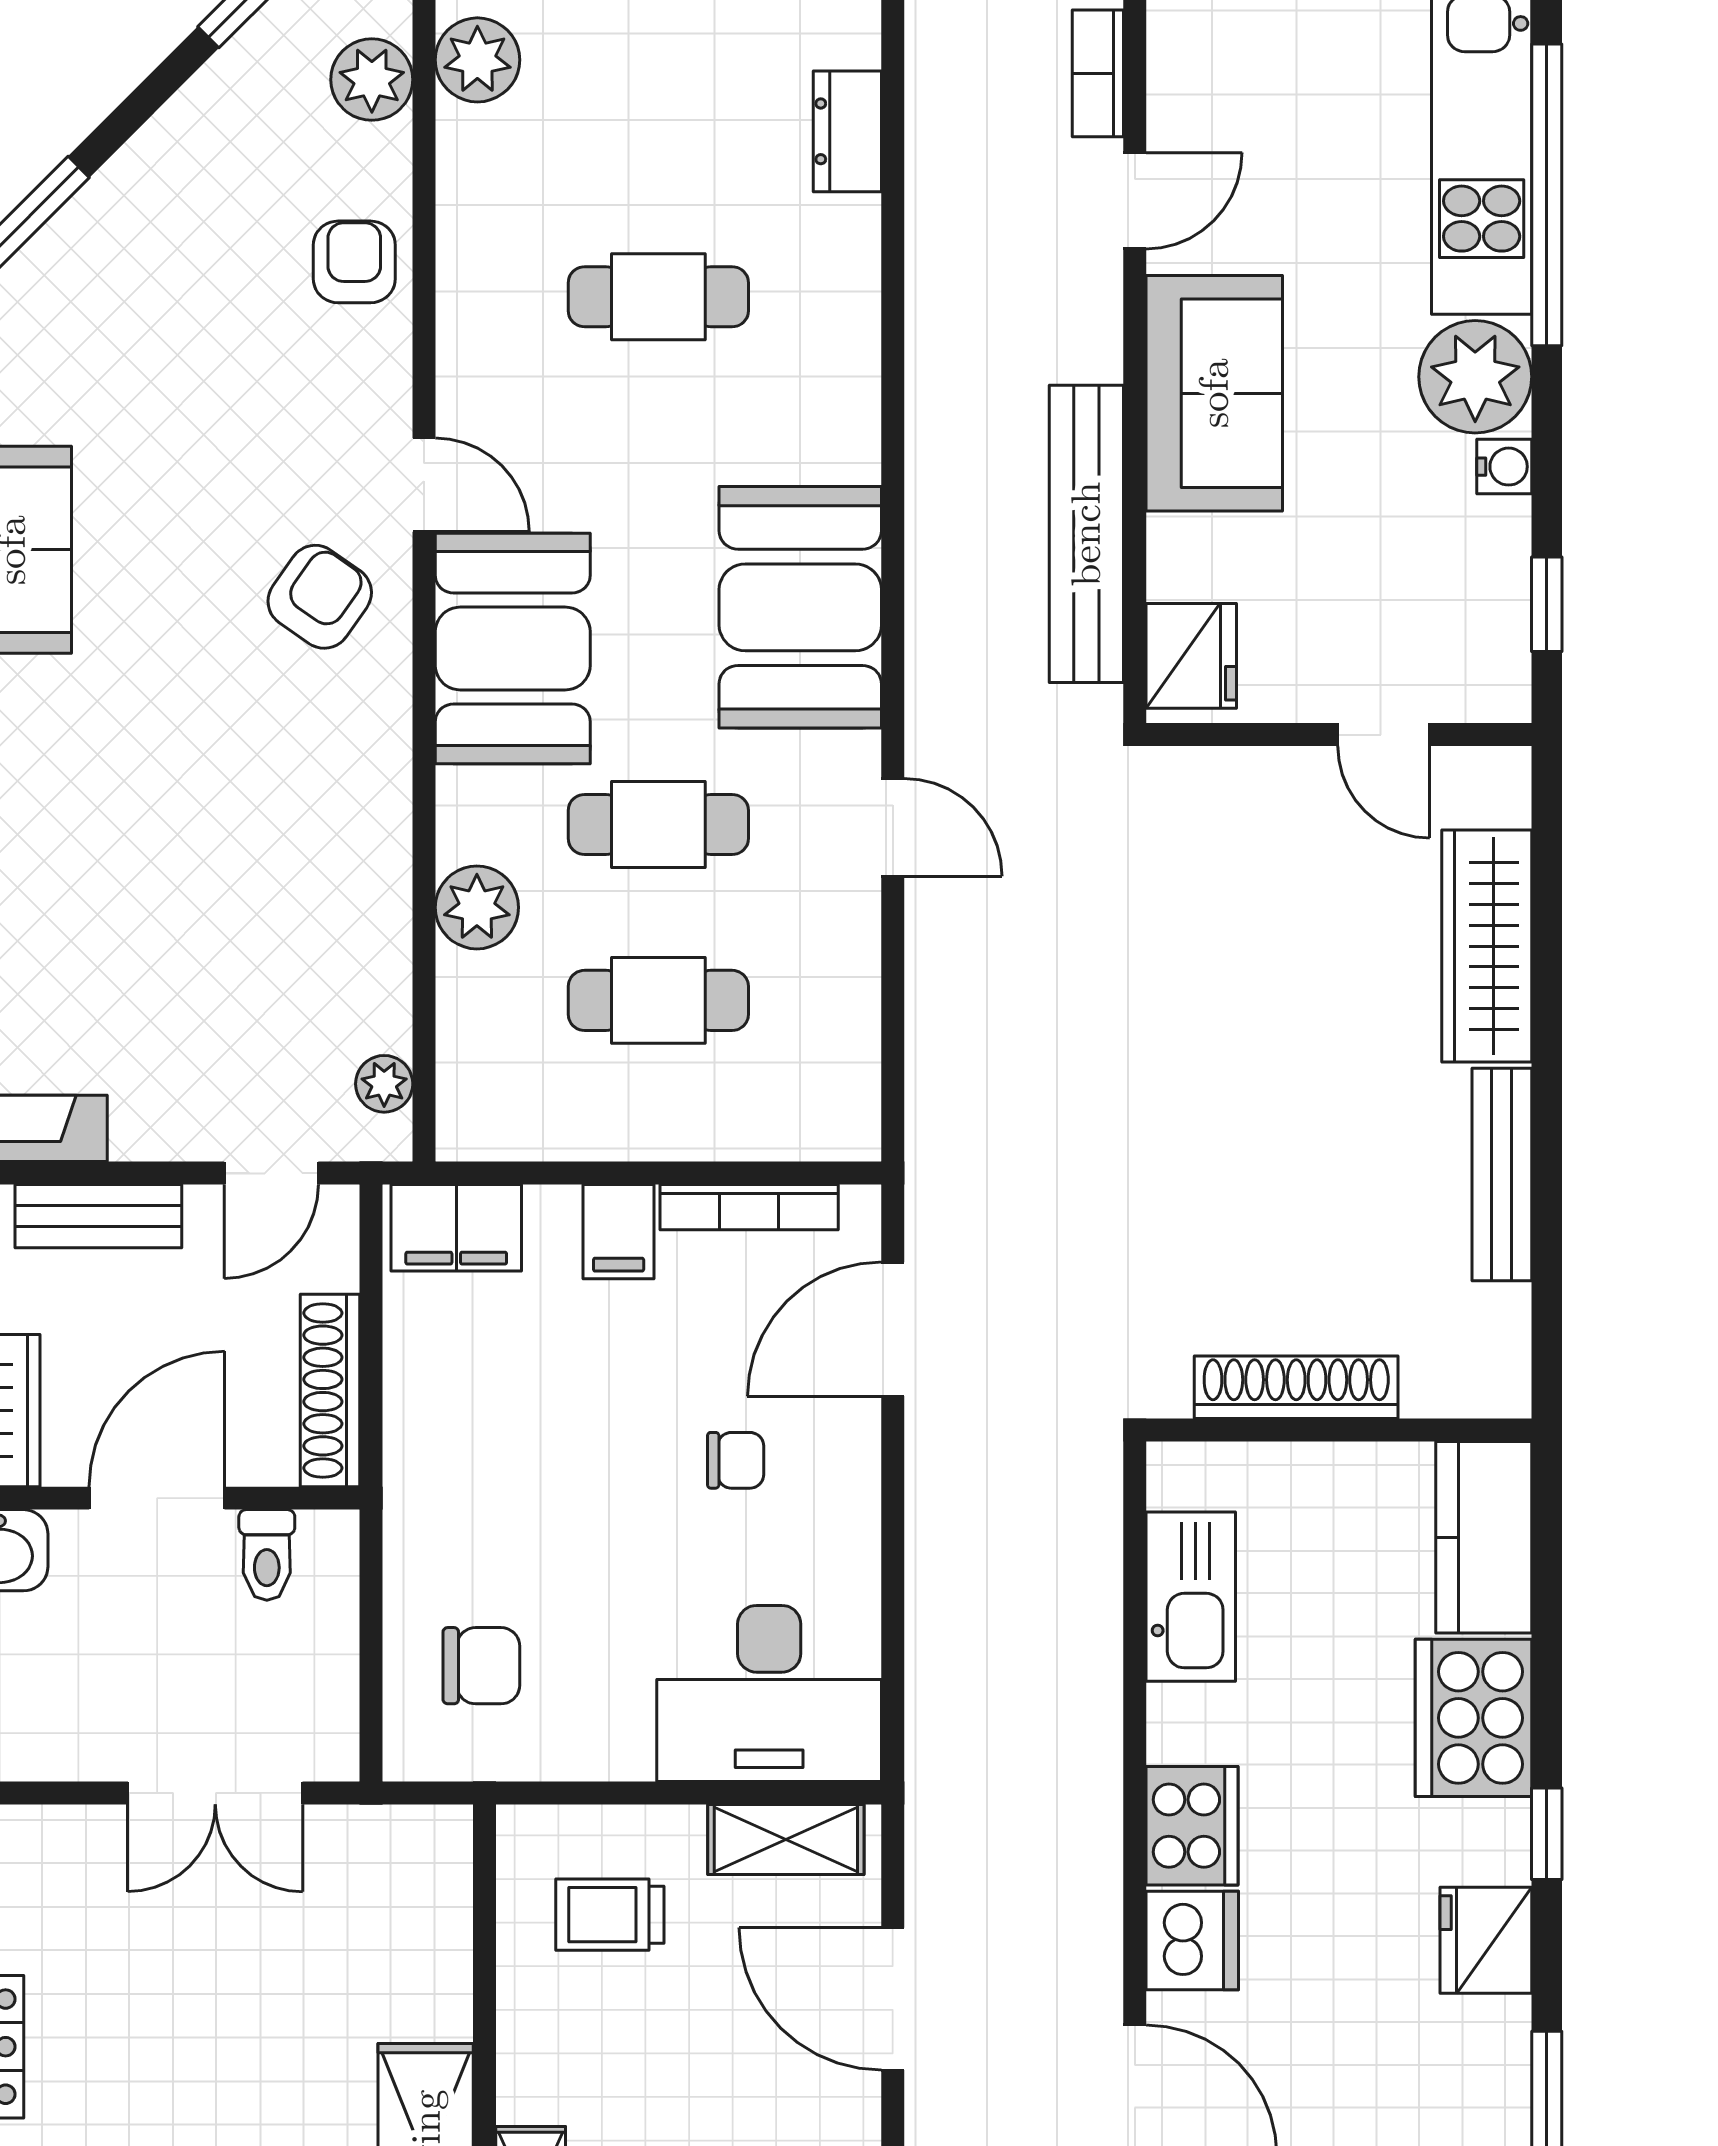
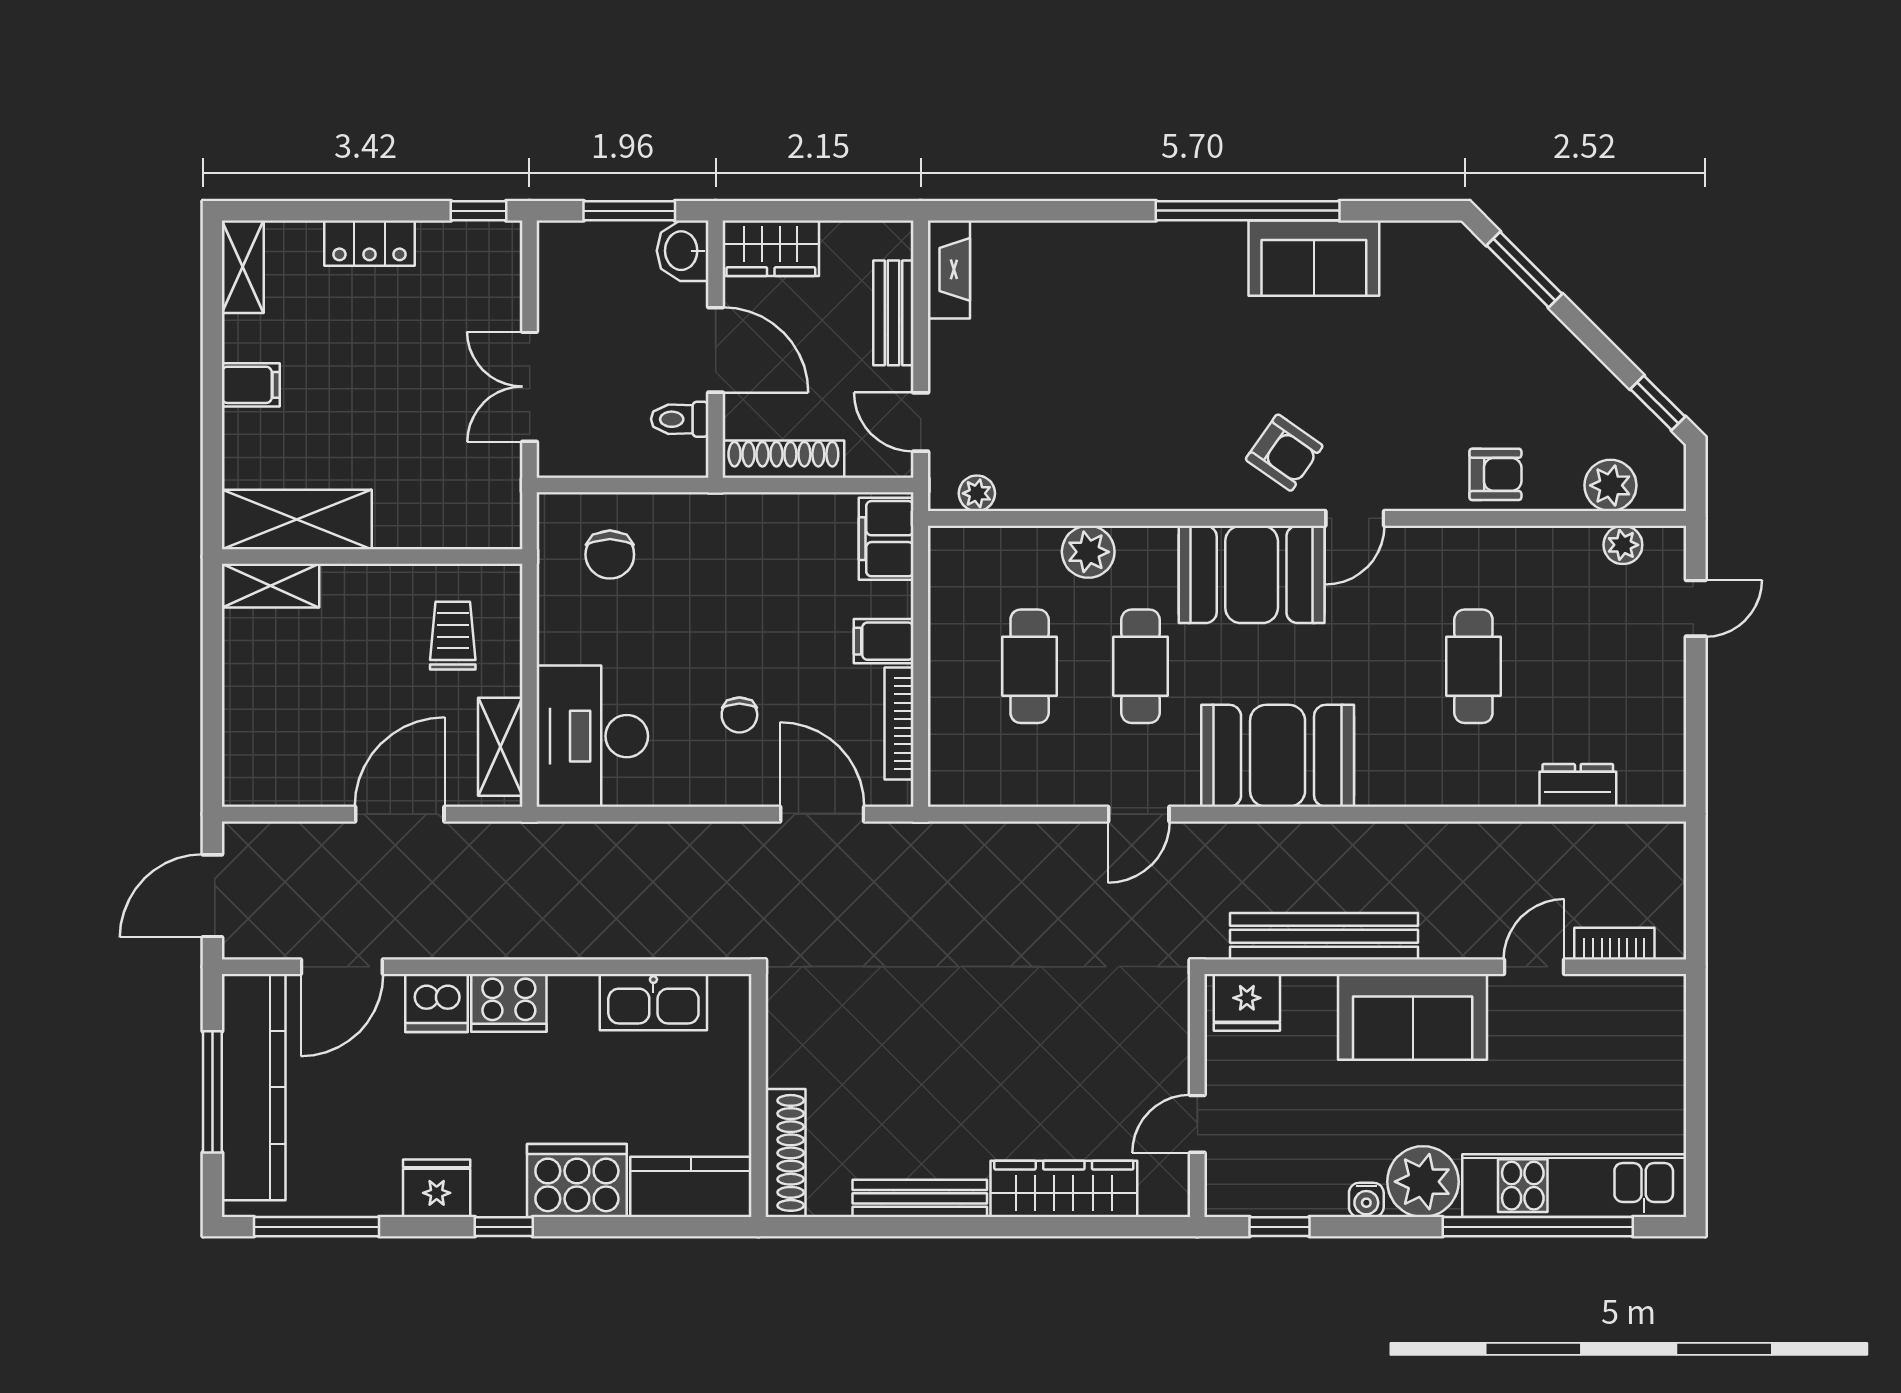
plant: (477, 60) -> (1623, 545), width x0.73, depth x0.73
door: (1135, 201) -> (1534, 967), swing flipped
shoe rack: (1296, 1387) -> (785, 1153), moved

